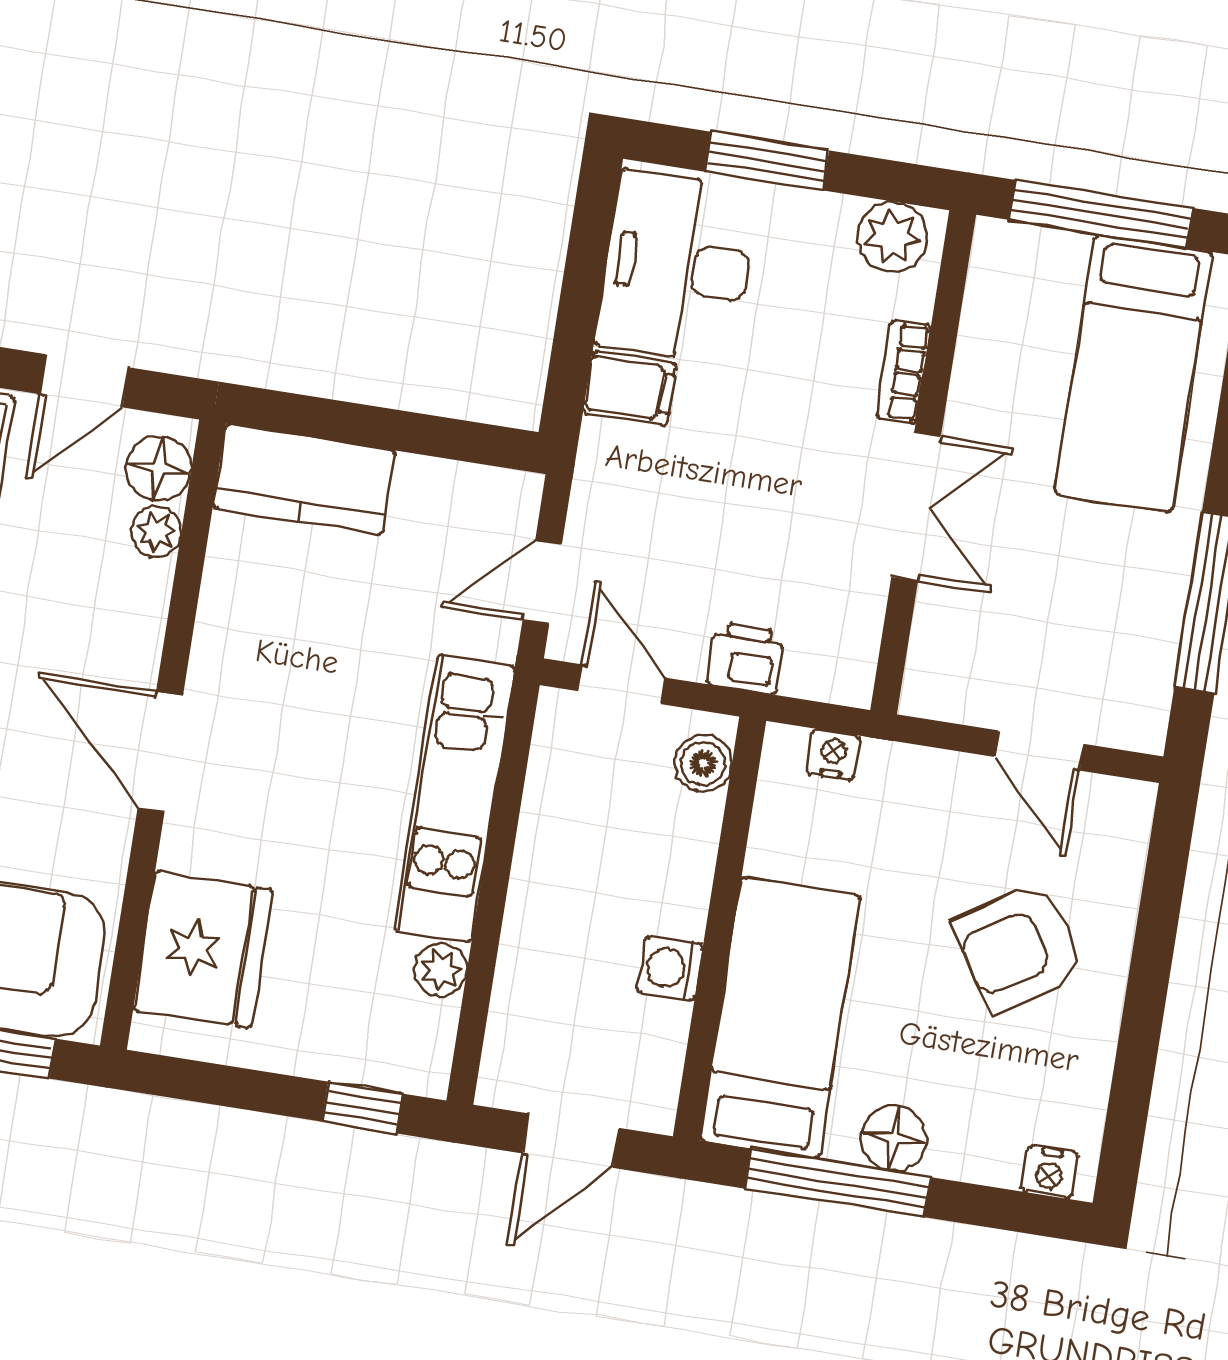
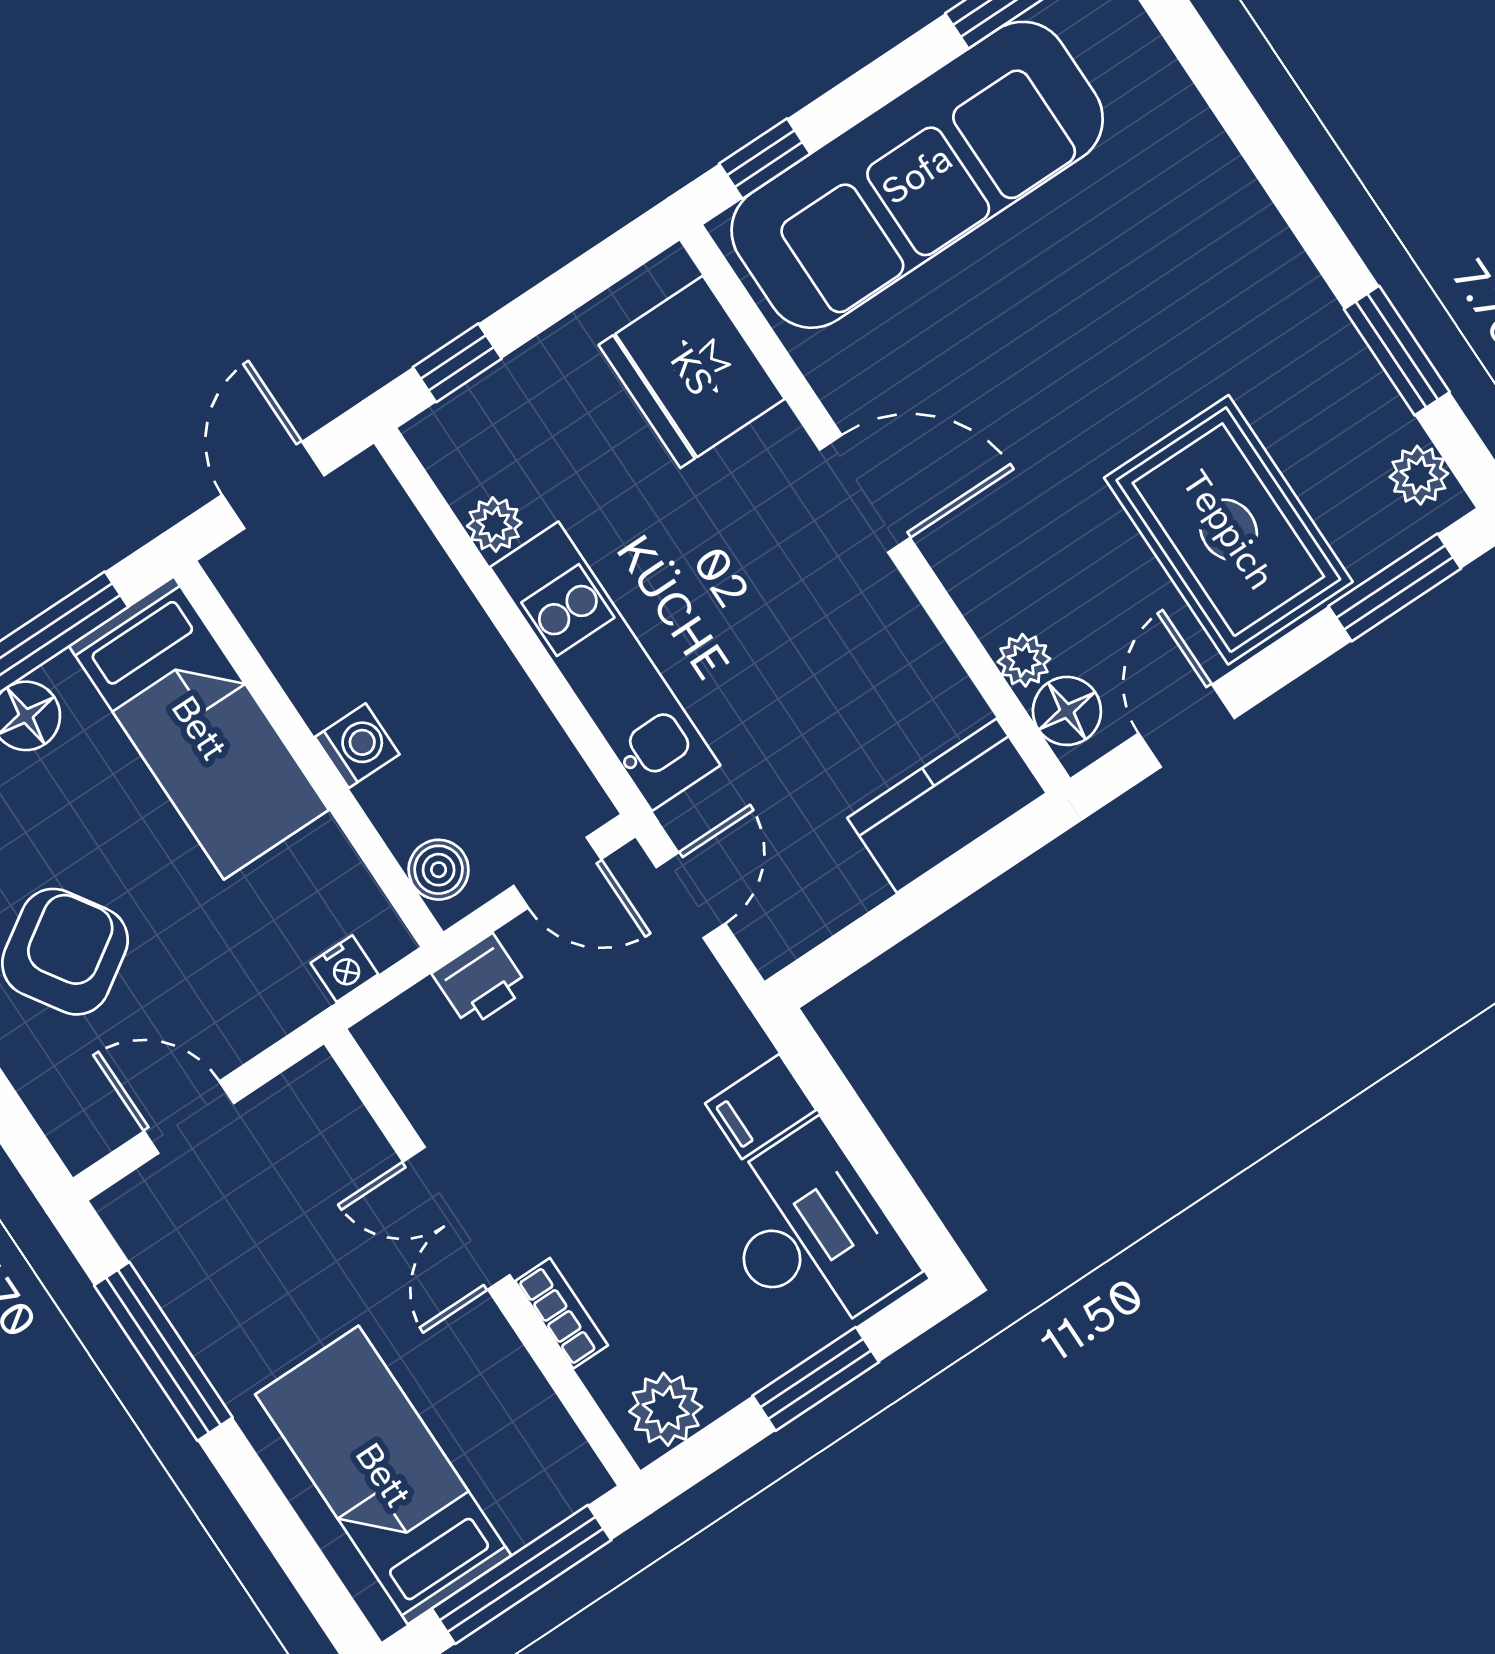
washing machine: (670, 968) -> (357, 746), moved

